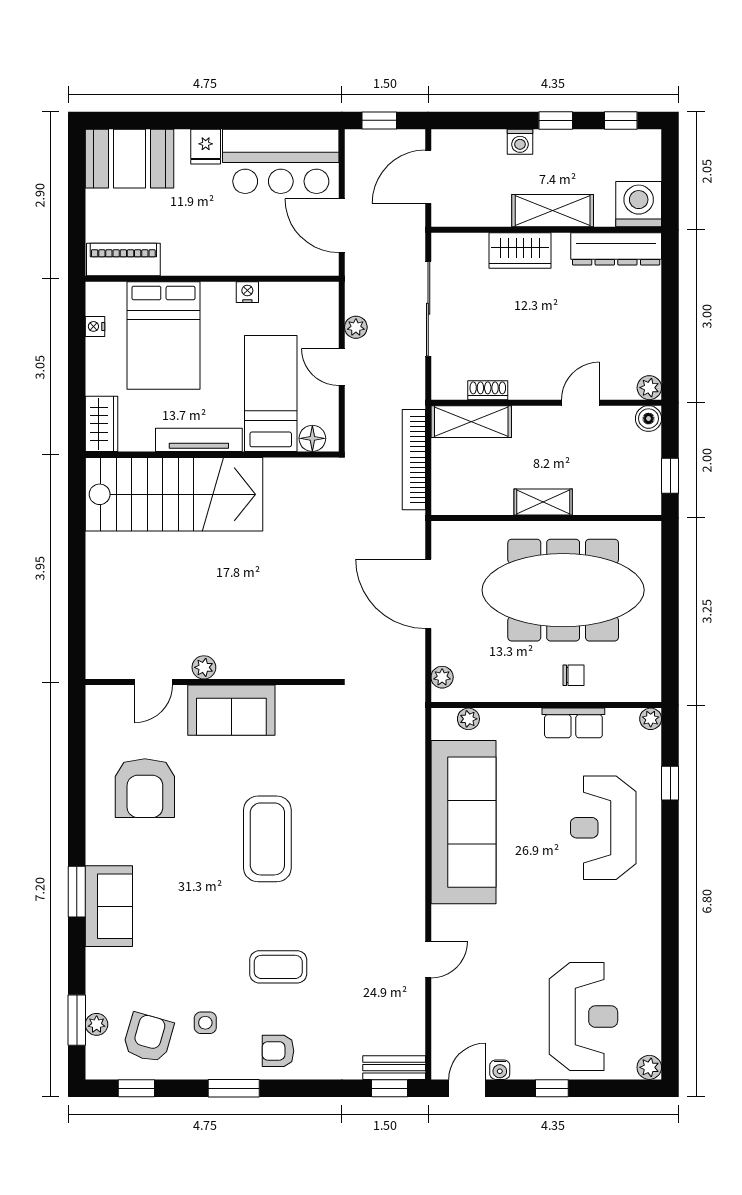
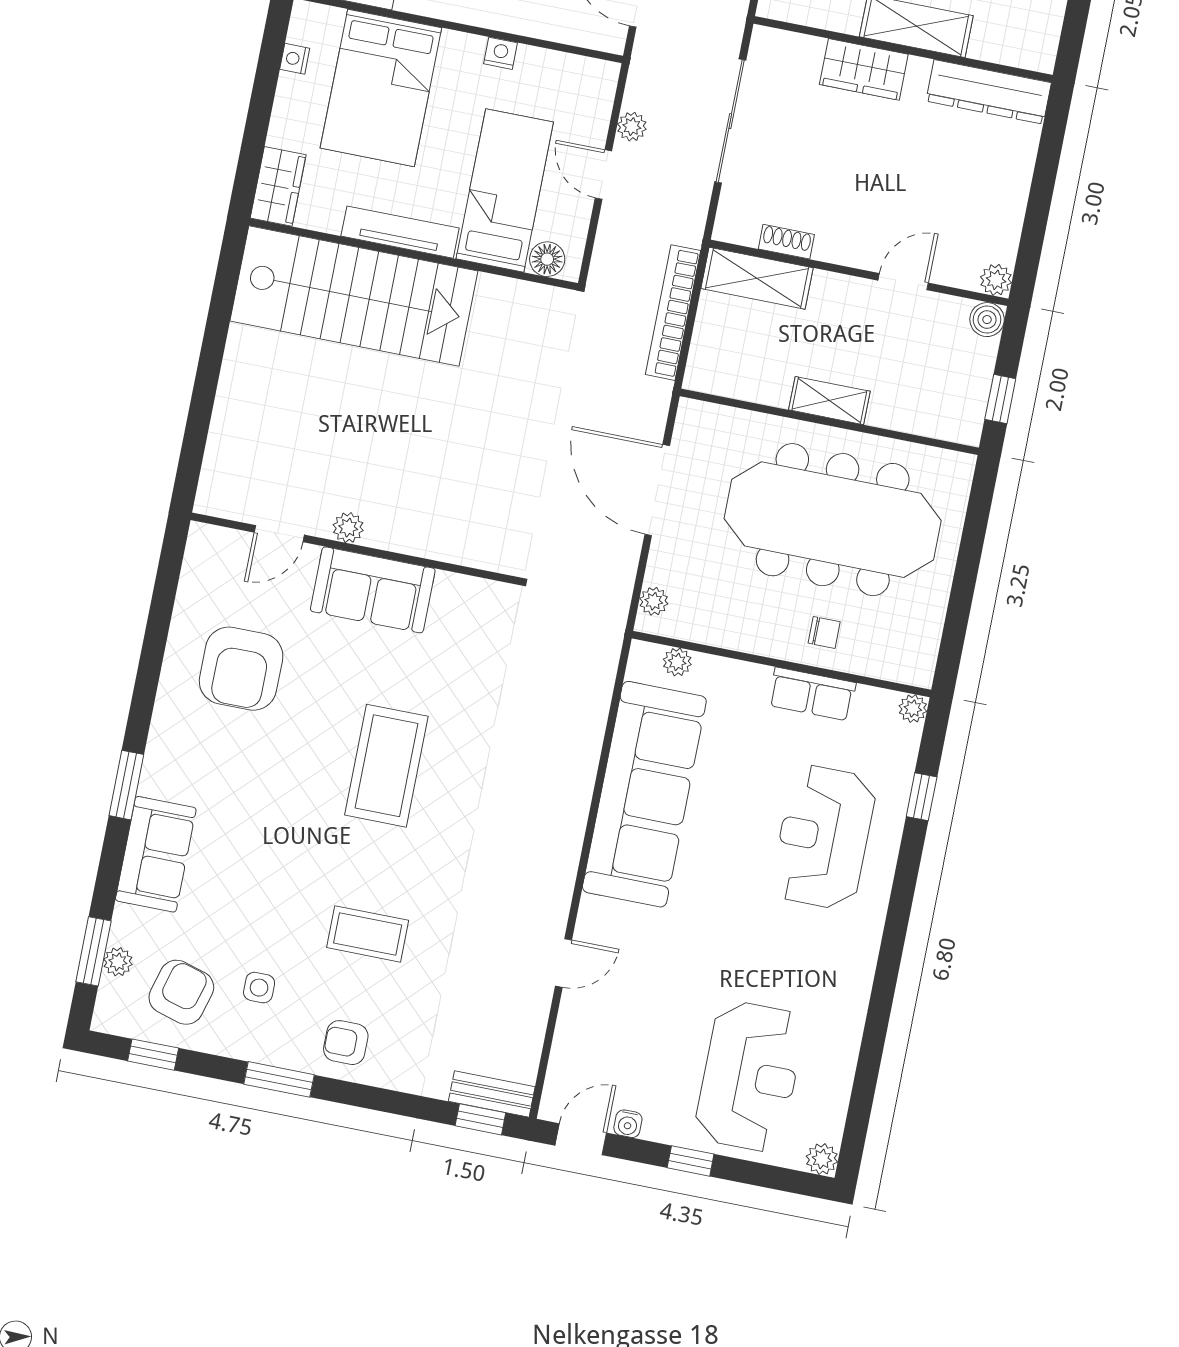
washing machine: (639, 204) -> (1029, 40), removed
sofa: (109, 906) -> (156, 854), moved

